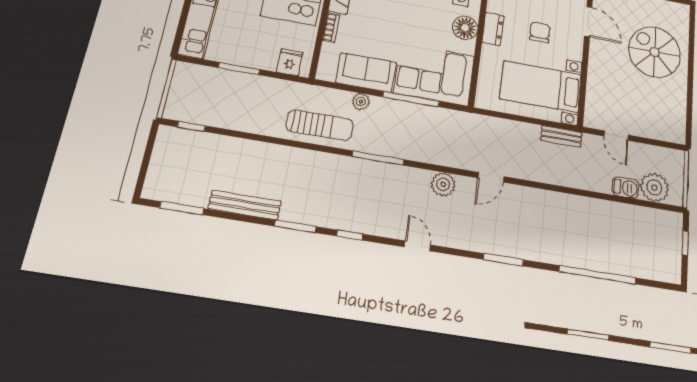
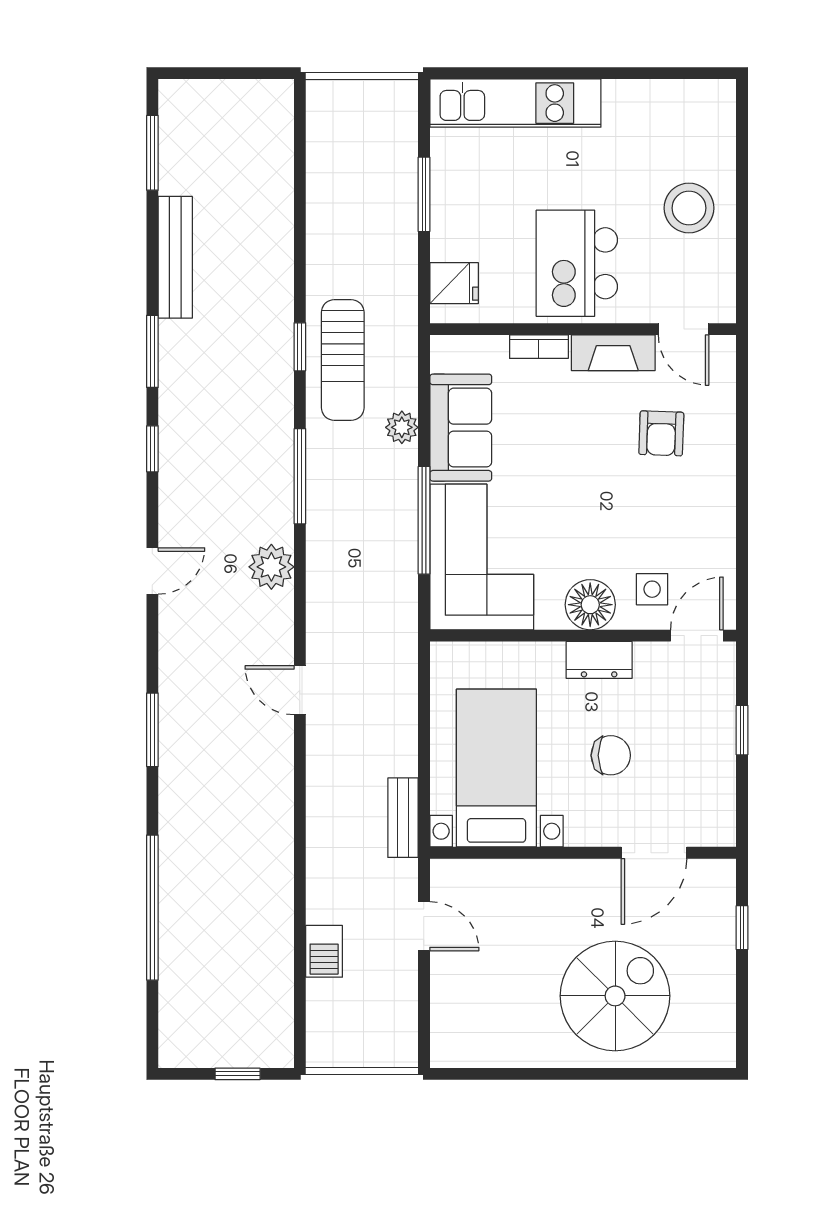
window: (191, 126) -> (300, 347), moved
door: (616, 136) -> (424, 926), swing flipped
plant: (443, 184) -> (271, 567), moved
plant: (654, 187) -> (334, 1009), removed

